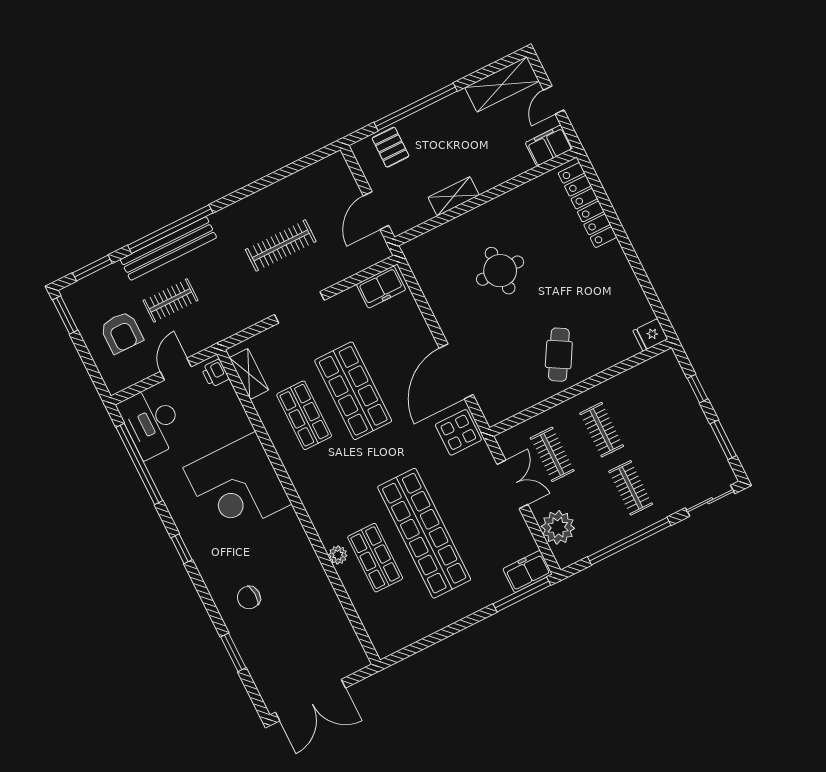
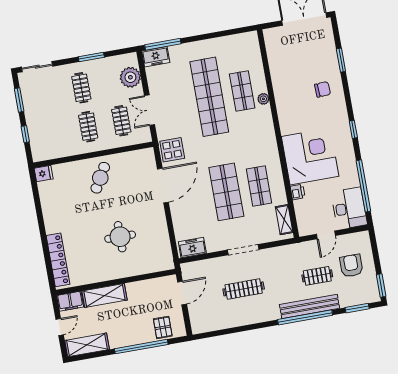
shelving: (454, 196) -> (104, 296), moved, width x1.50, depth x1.33
printer: (215, 373) -> (298, 192), moved
window: (629, 541) -> (91, 57), width x0.47

